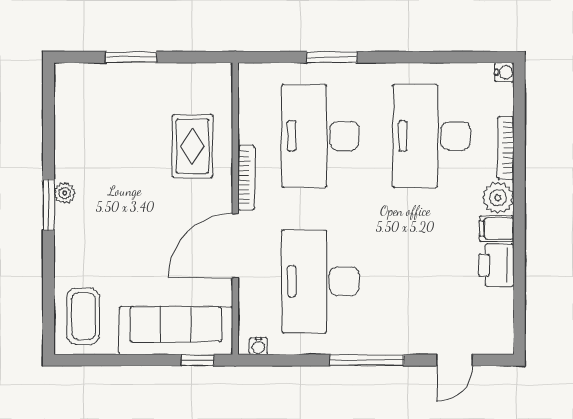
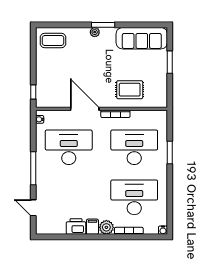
plant: (65, 193) -> (95, 32), moved
sofa: (176, 331) -> (142, 38), moved, turned 90

